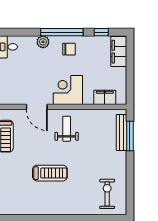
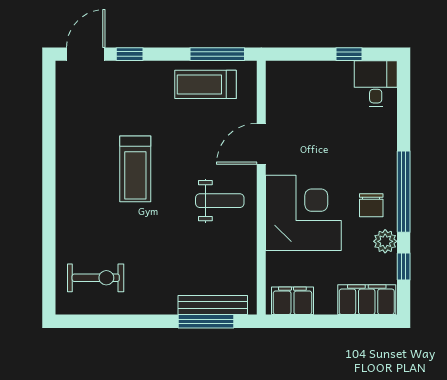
plant: (43, 42) -> (385, 241), moved
corner desk: (68, 90) -> (303, 213), width x1.36, depth x1.36
filing cabinet: (105, 97) -> (292, 301), moved, turned -90

